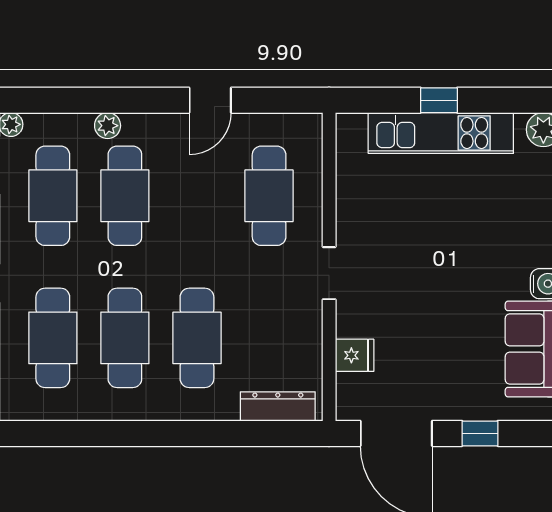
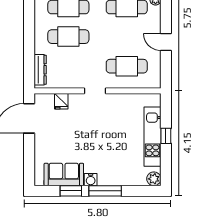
window: (480, 433) -> (29, 153), removed

